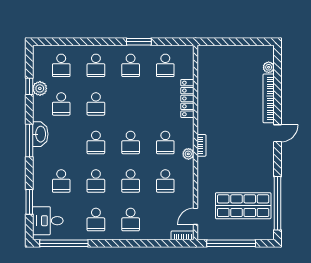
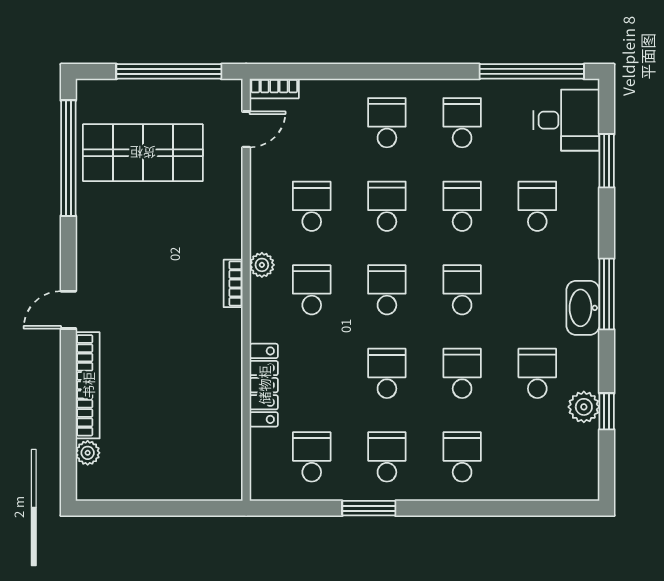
school desk: (61, 65) -> (387, 373), moved

